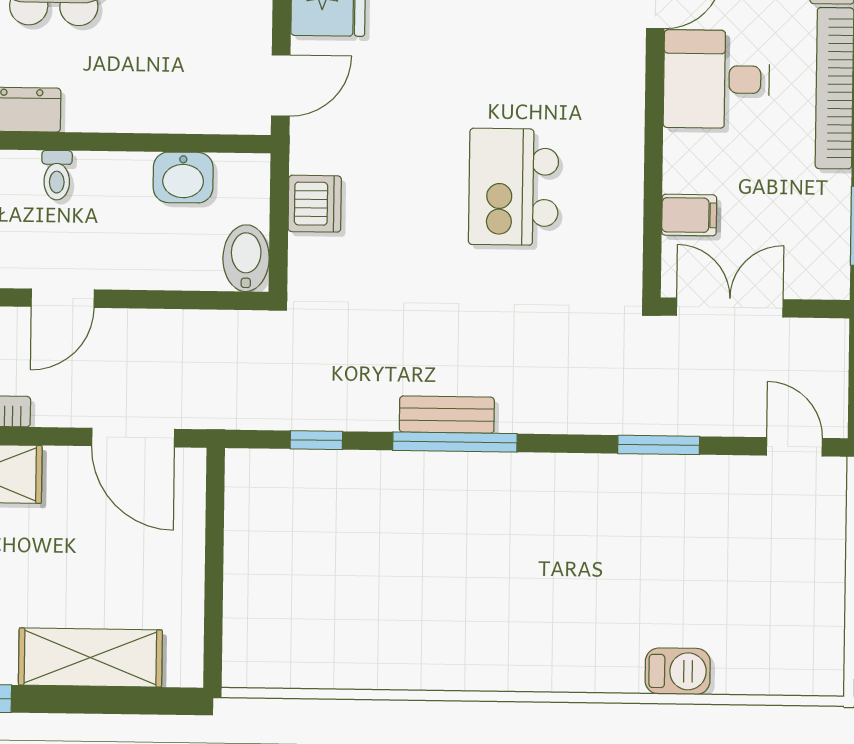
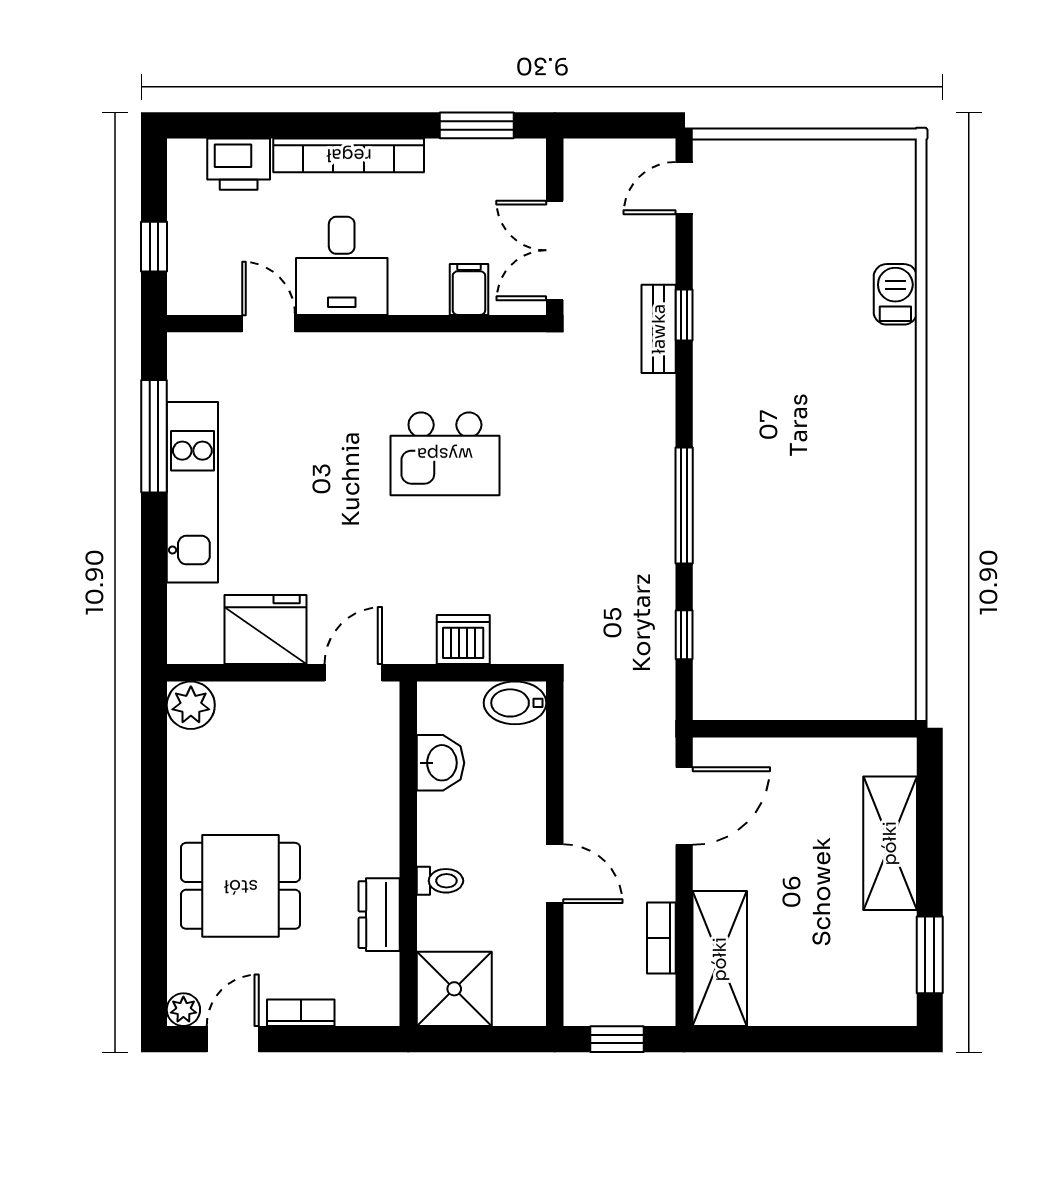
door: (281, 85) -> (353, 673), hinge flipped
bench: (447, 415) -> (659, 329), moved
window: (659, 445) -> (684, 315), width x0.67

